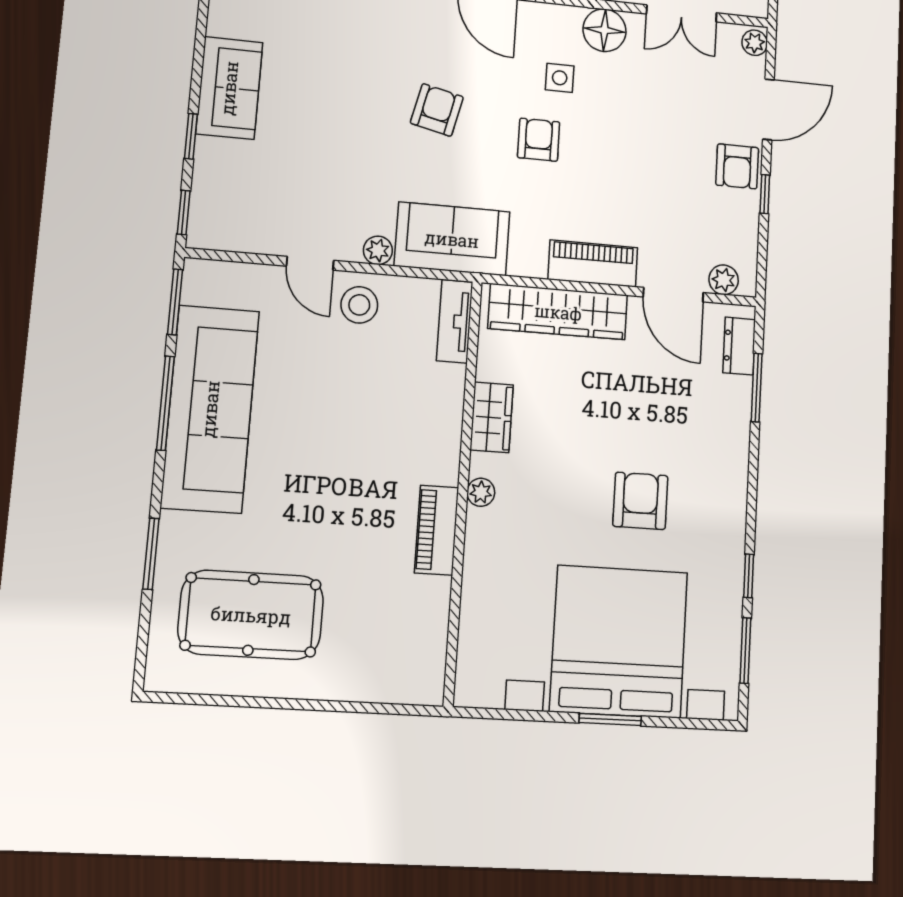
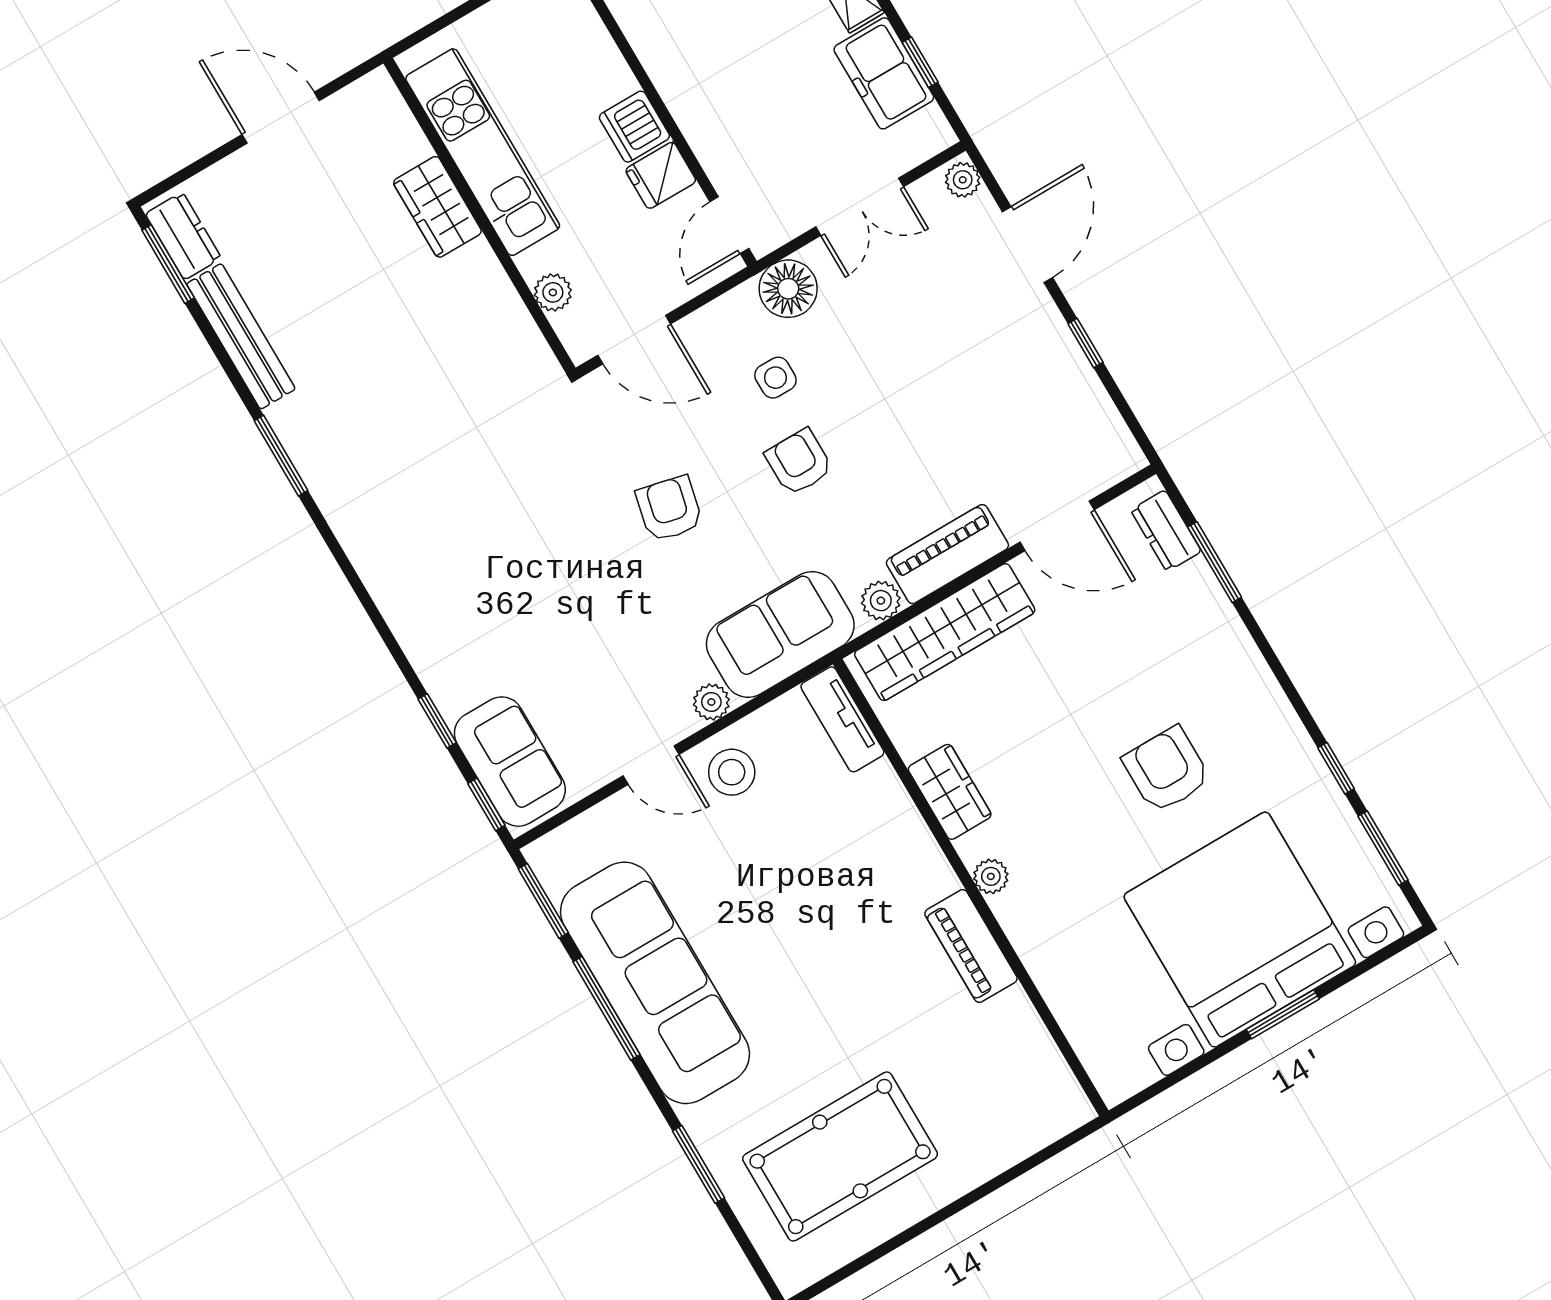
sofa: (229, 88) -> (510, 762), moved
armchair: (737, 166) -> (1035, 334), removed
plant: (724, 280) -> (881, 601), moved

